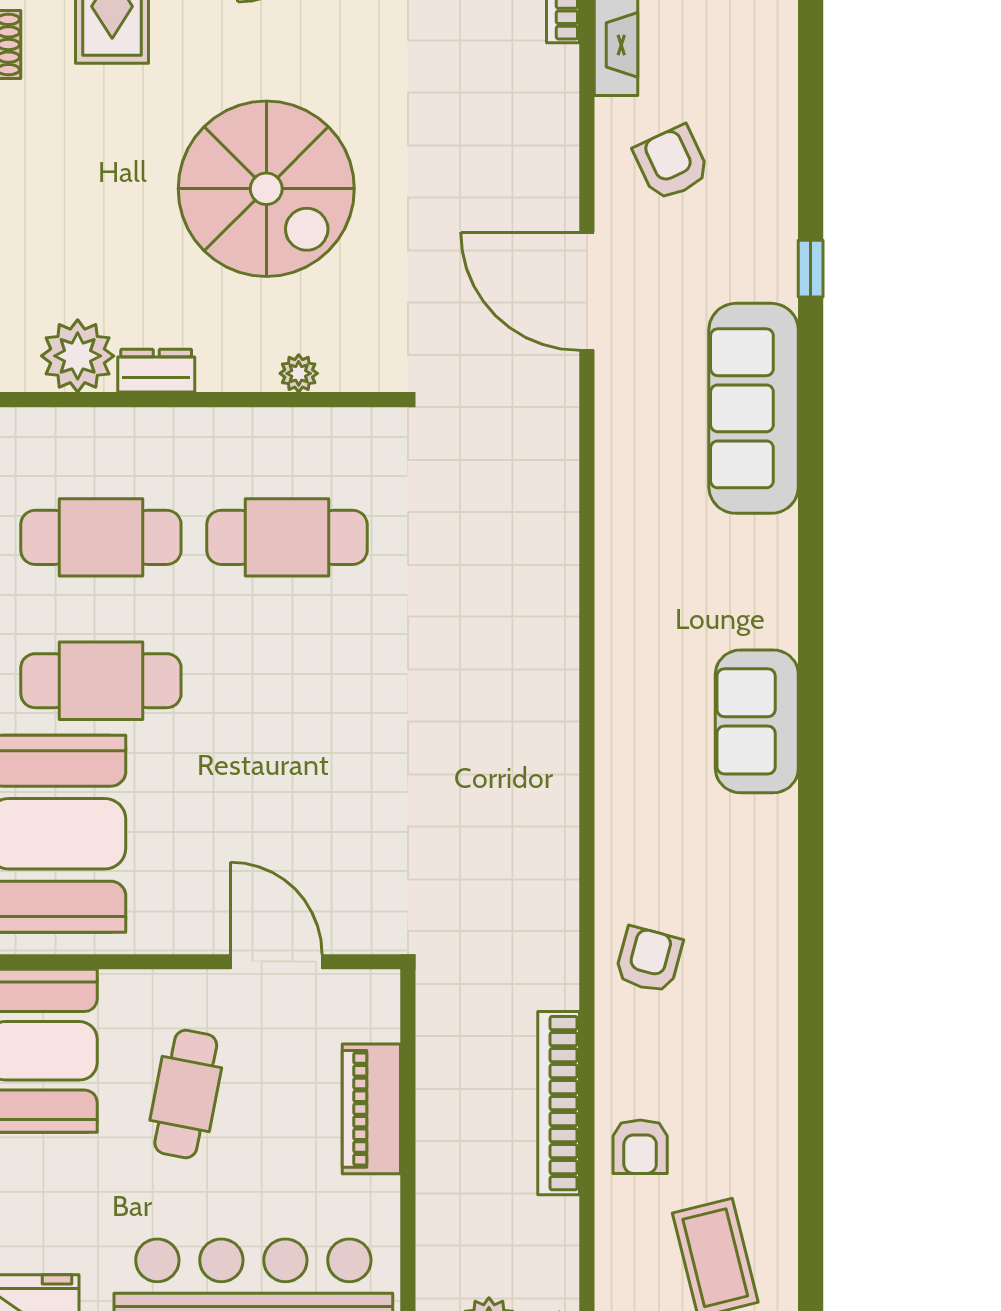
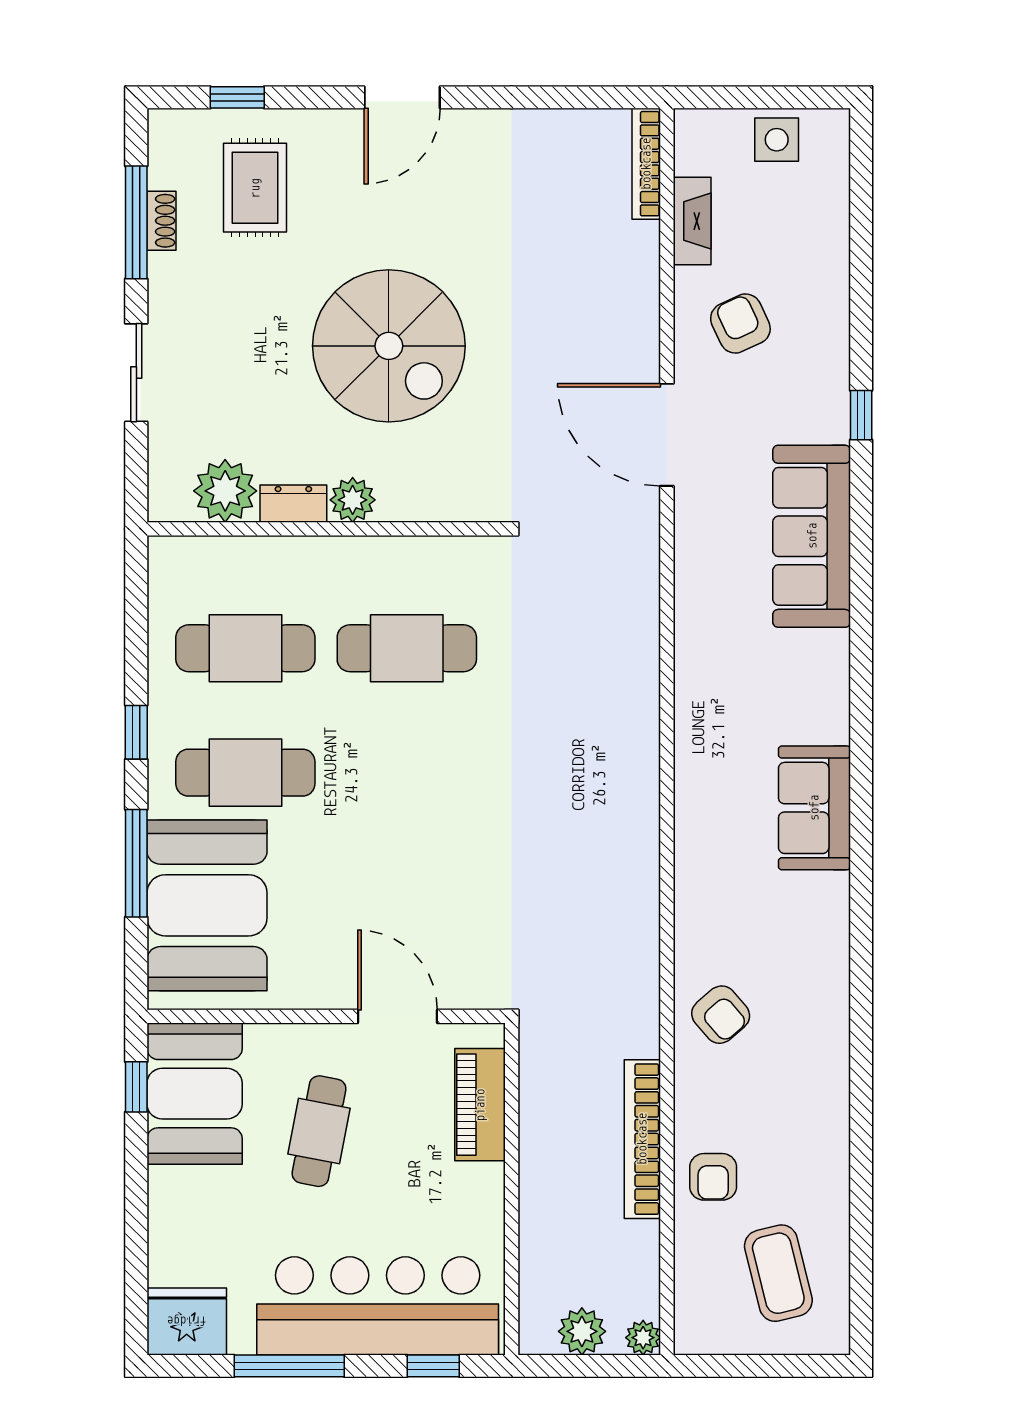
plant: (299, 373) -> (353, 500), moved, width x1.38, depth x1.38
armchair: (649, 960) -> (721, 1015), turned 124
piano: (371, 1109) -> (480, 1105), moved

